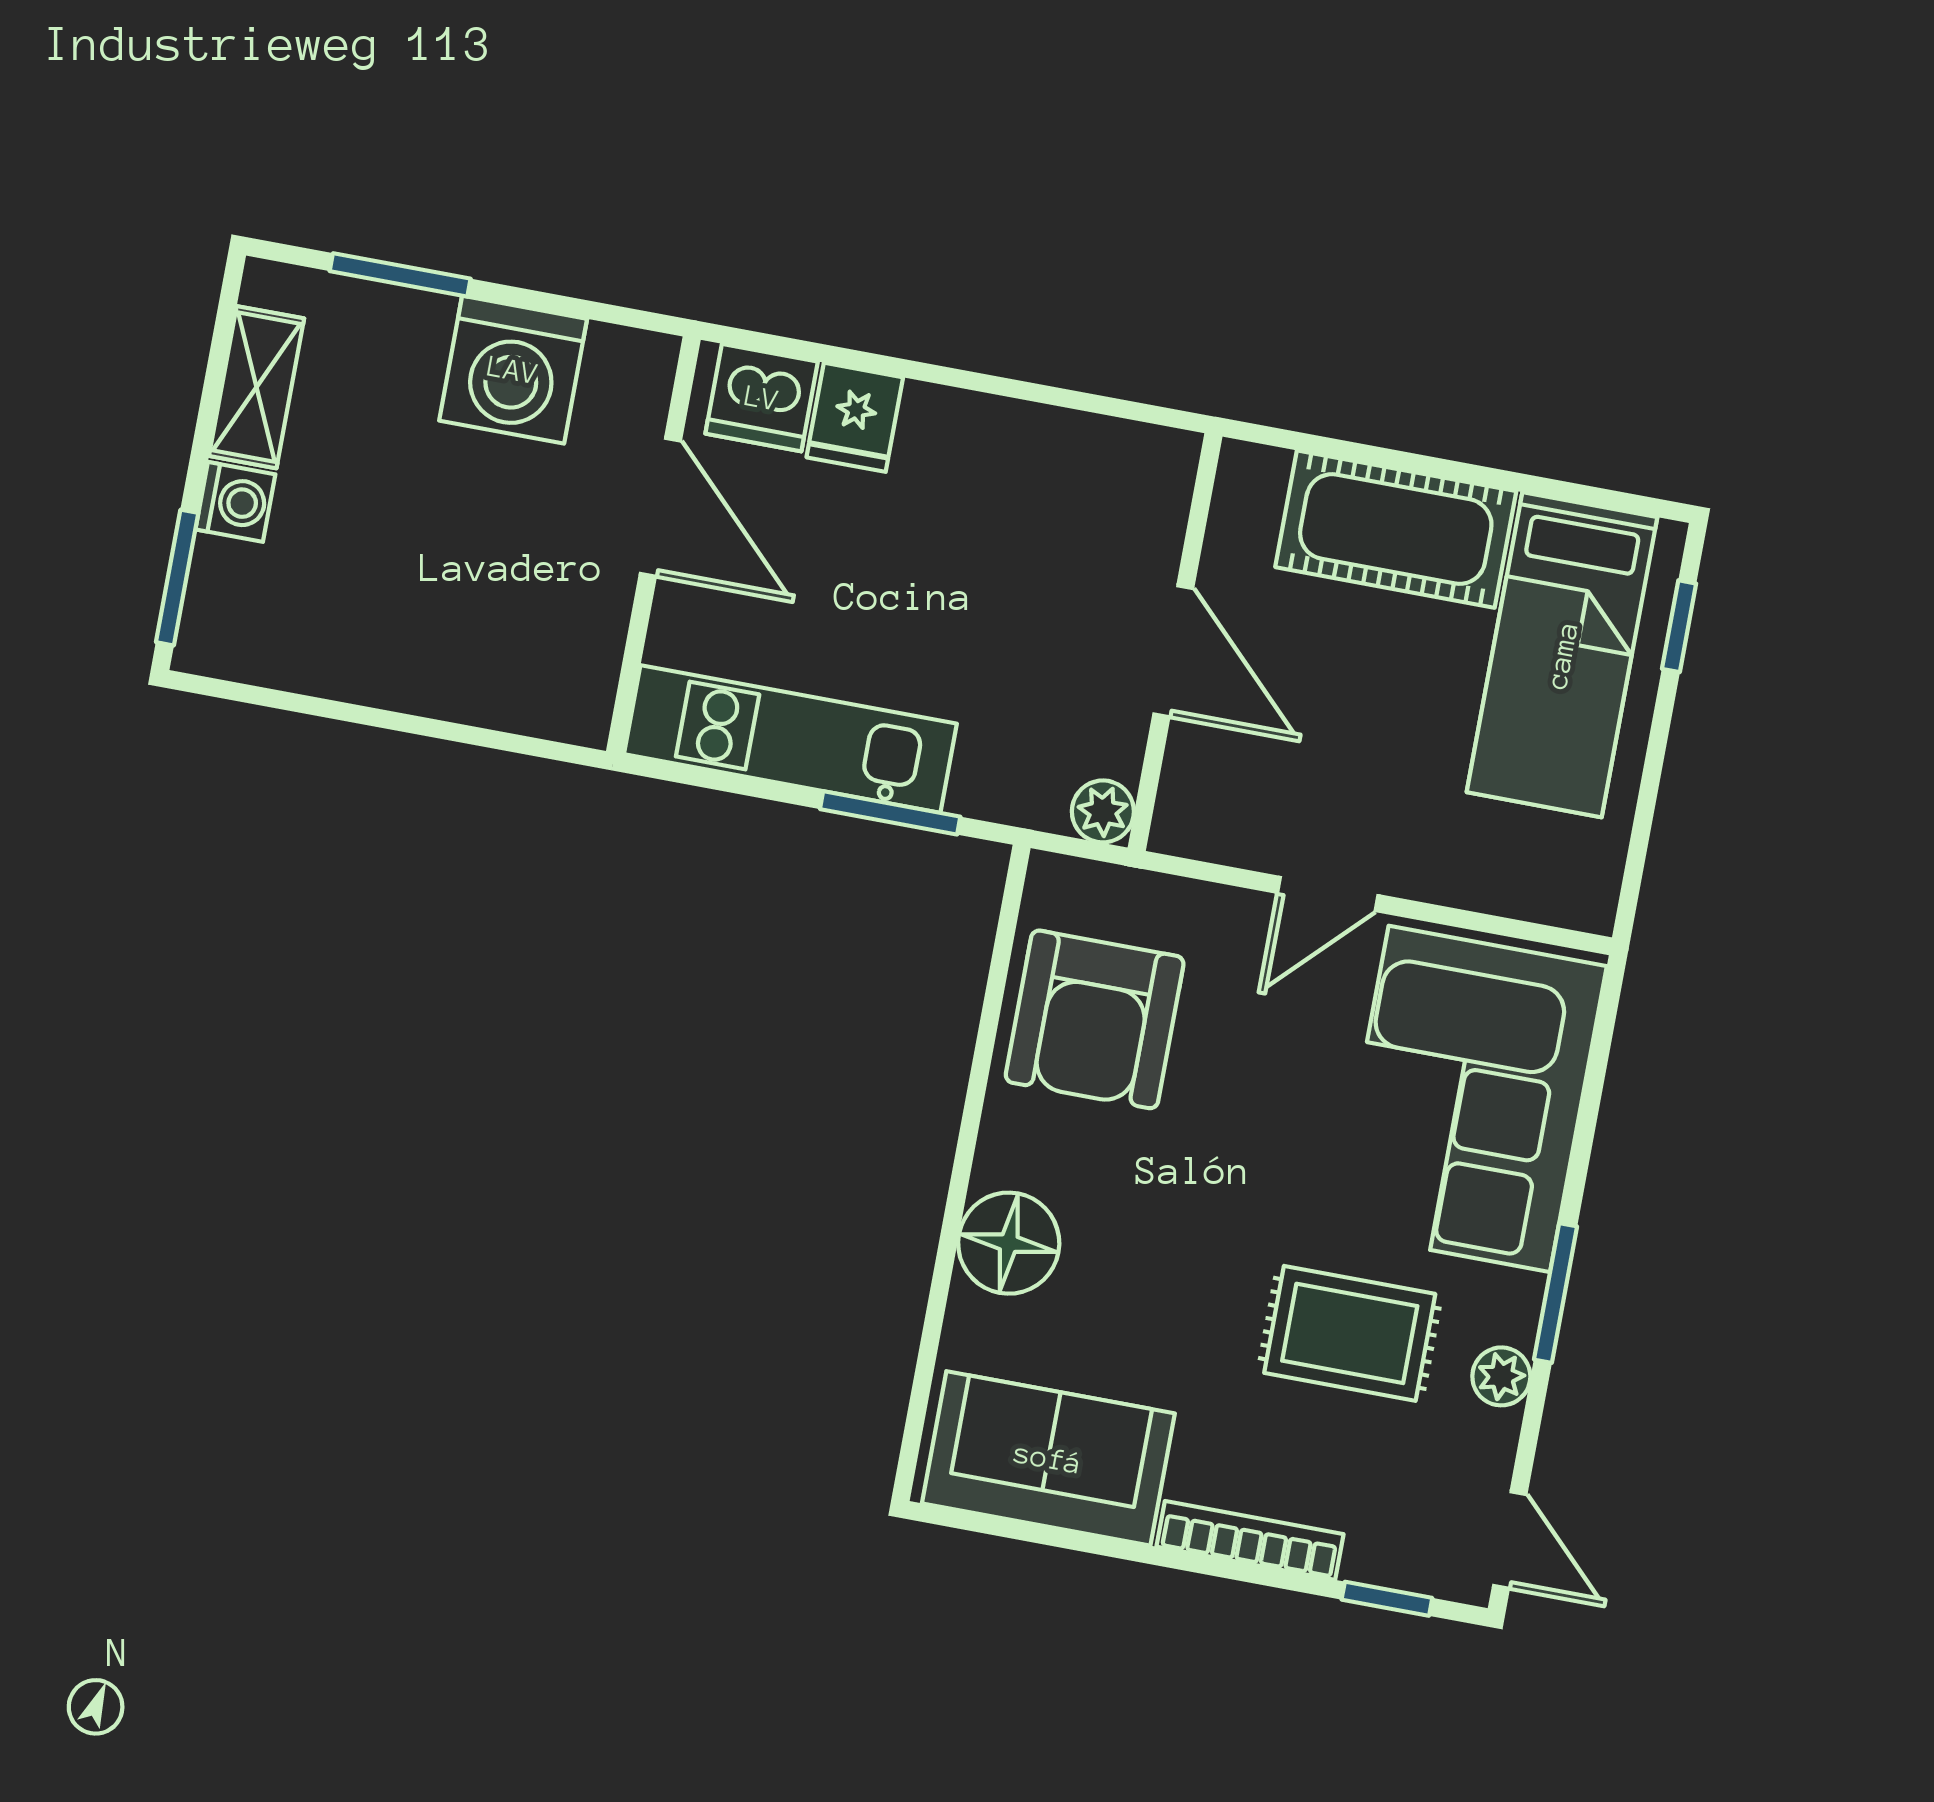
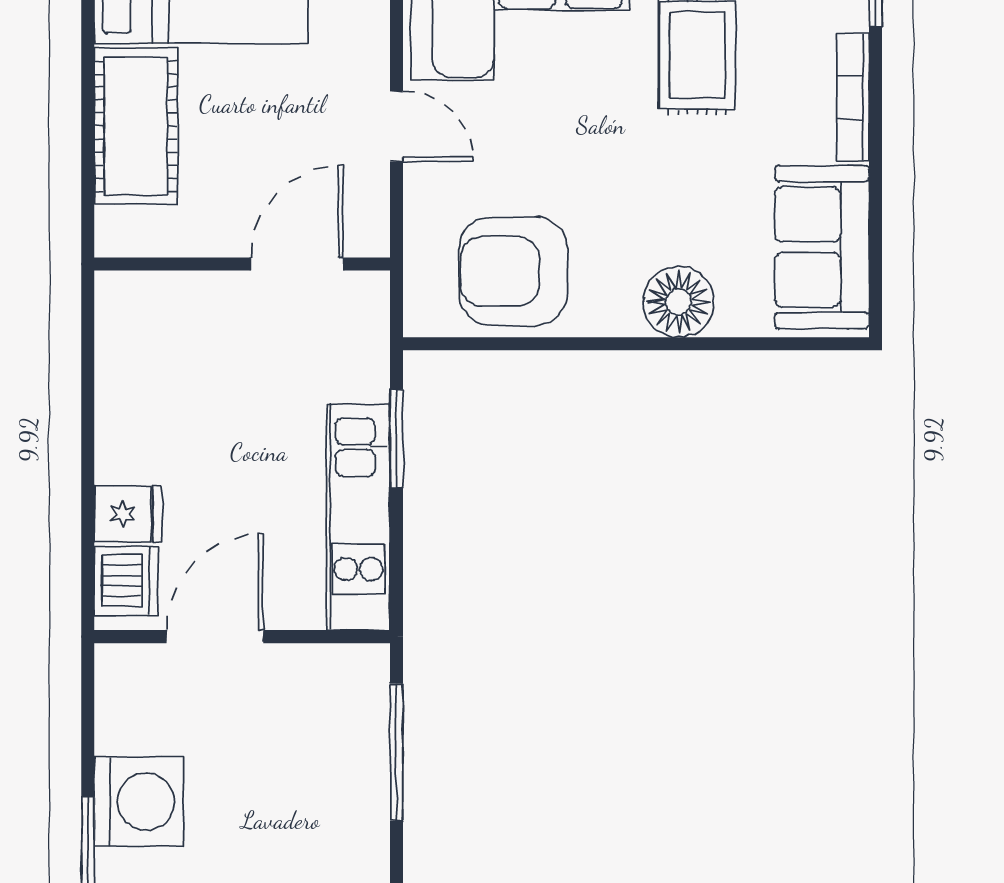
washing machine: (513, 370) -> (139, 802), moved
door: (1173, 651) -> (297, 264), moved
window: (452, 732) -> (397, 752), added
plant: (1103, 811) -> (368, 292), removed
armchair: (1095, 1019) -> (513, 271), turned 180

